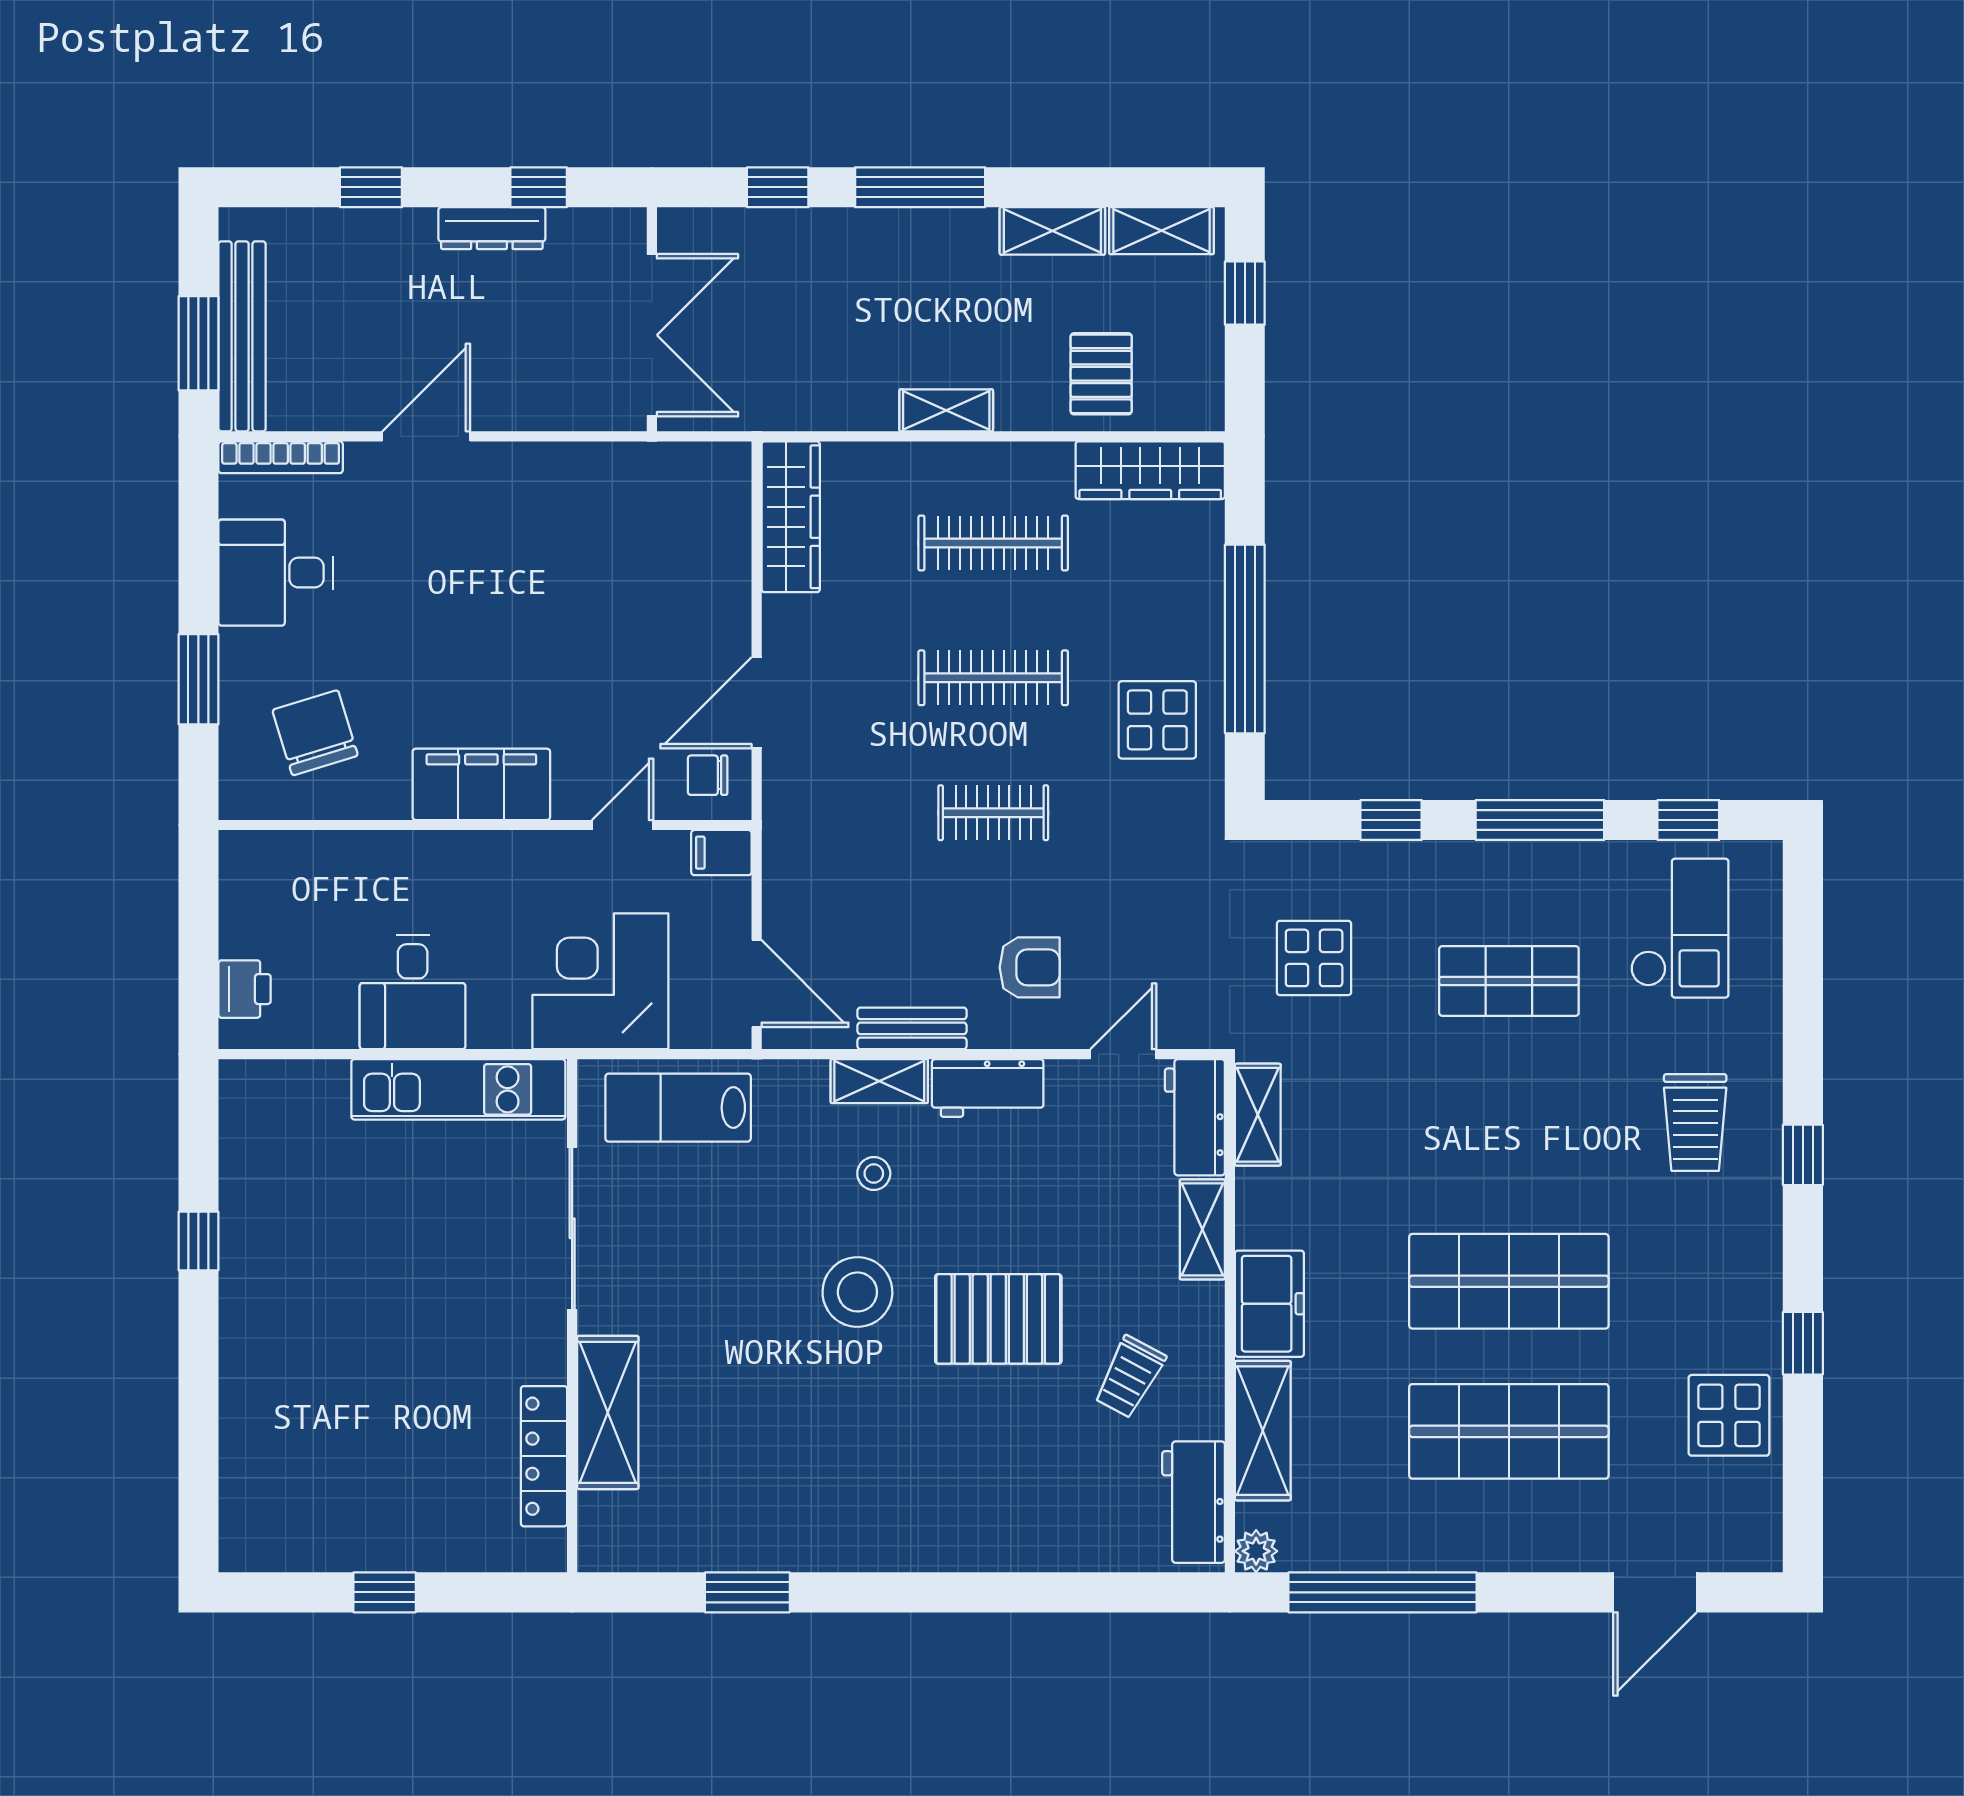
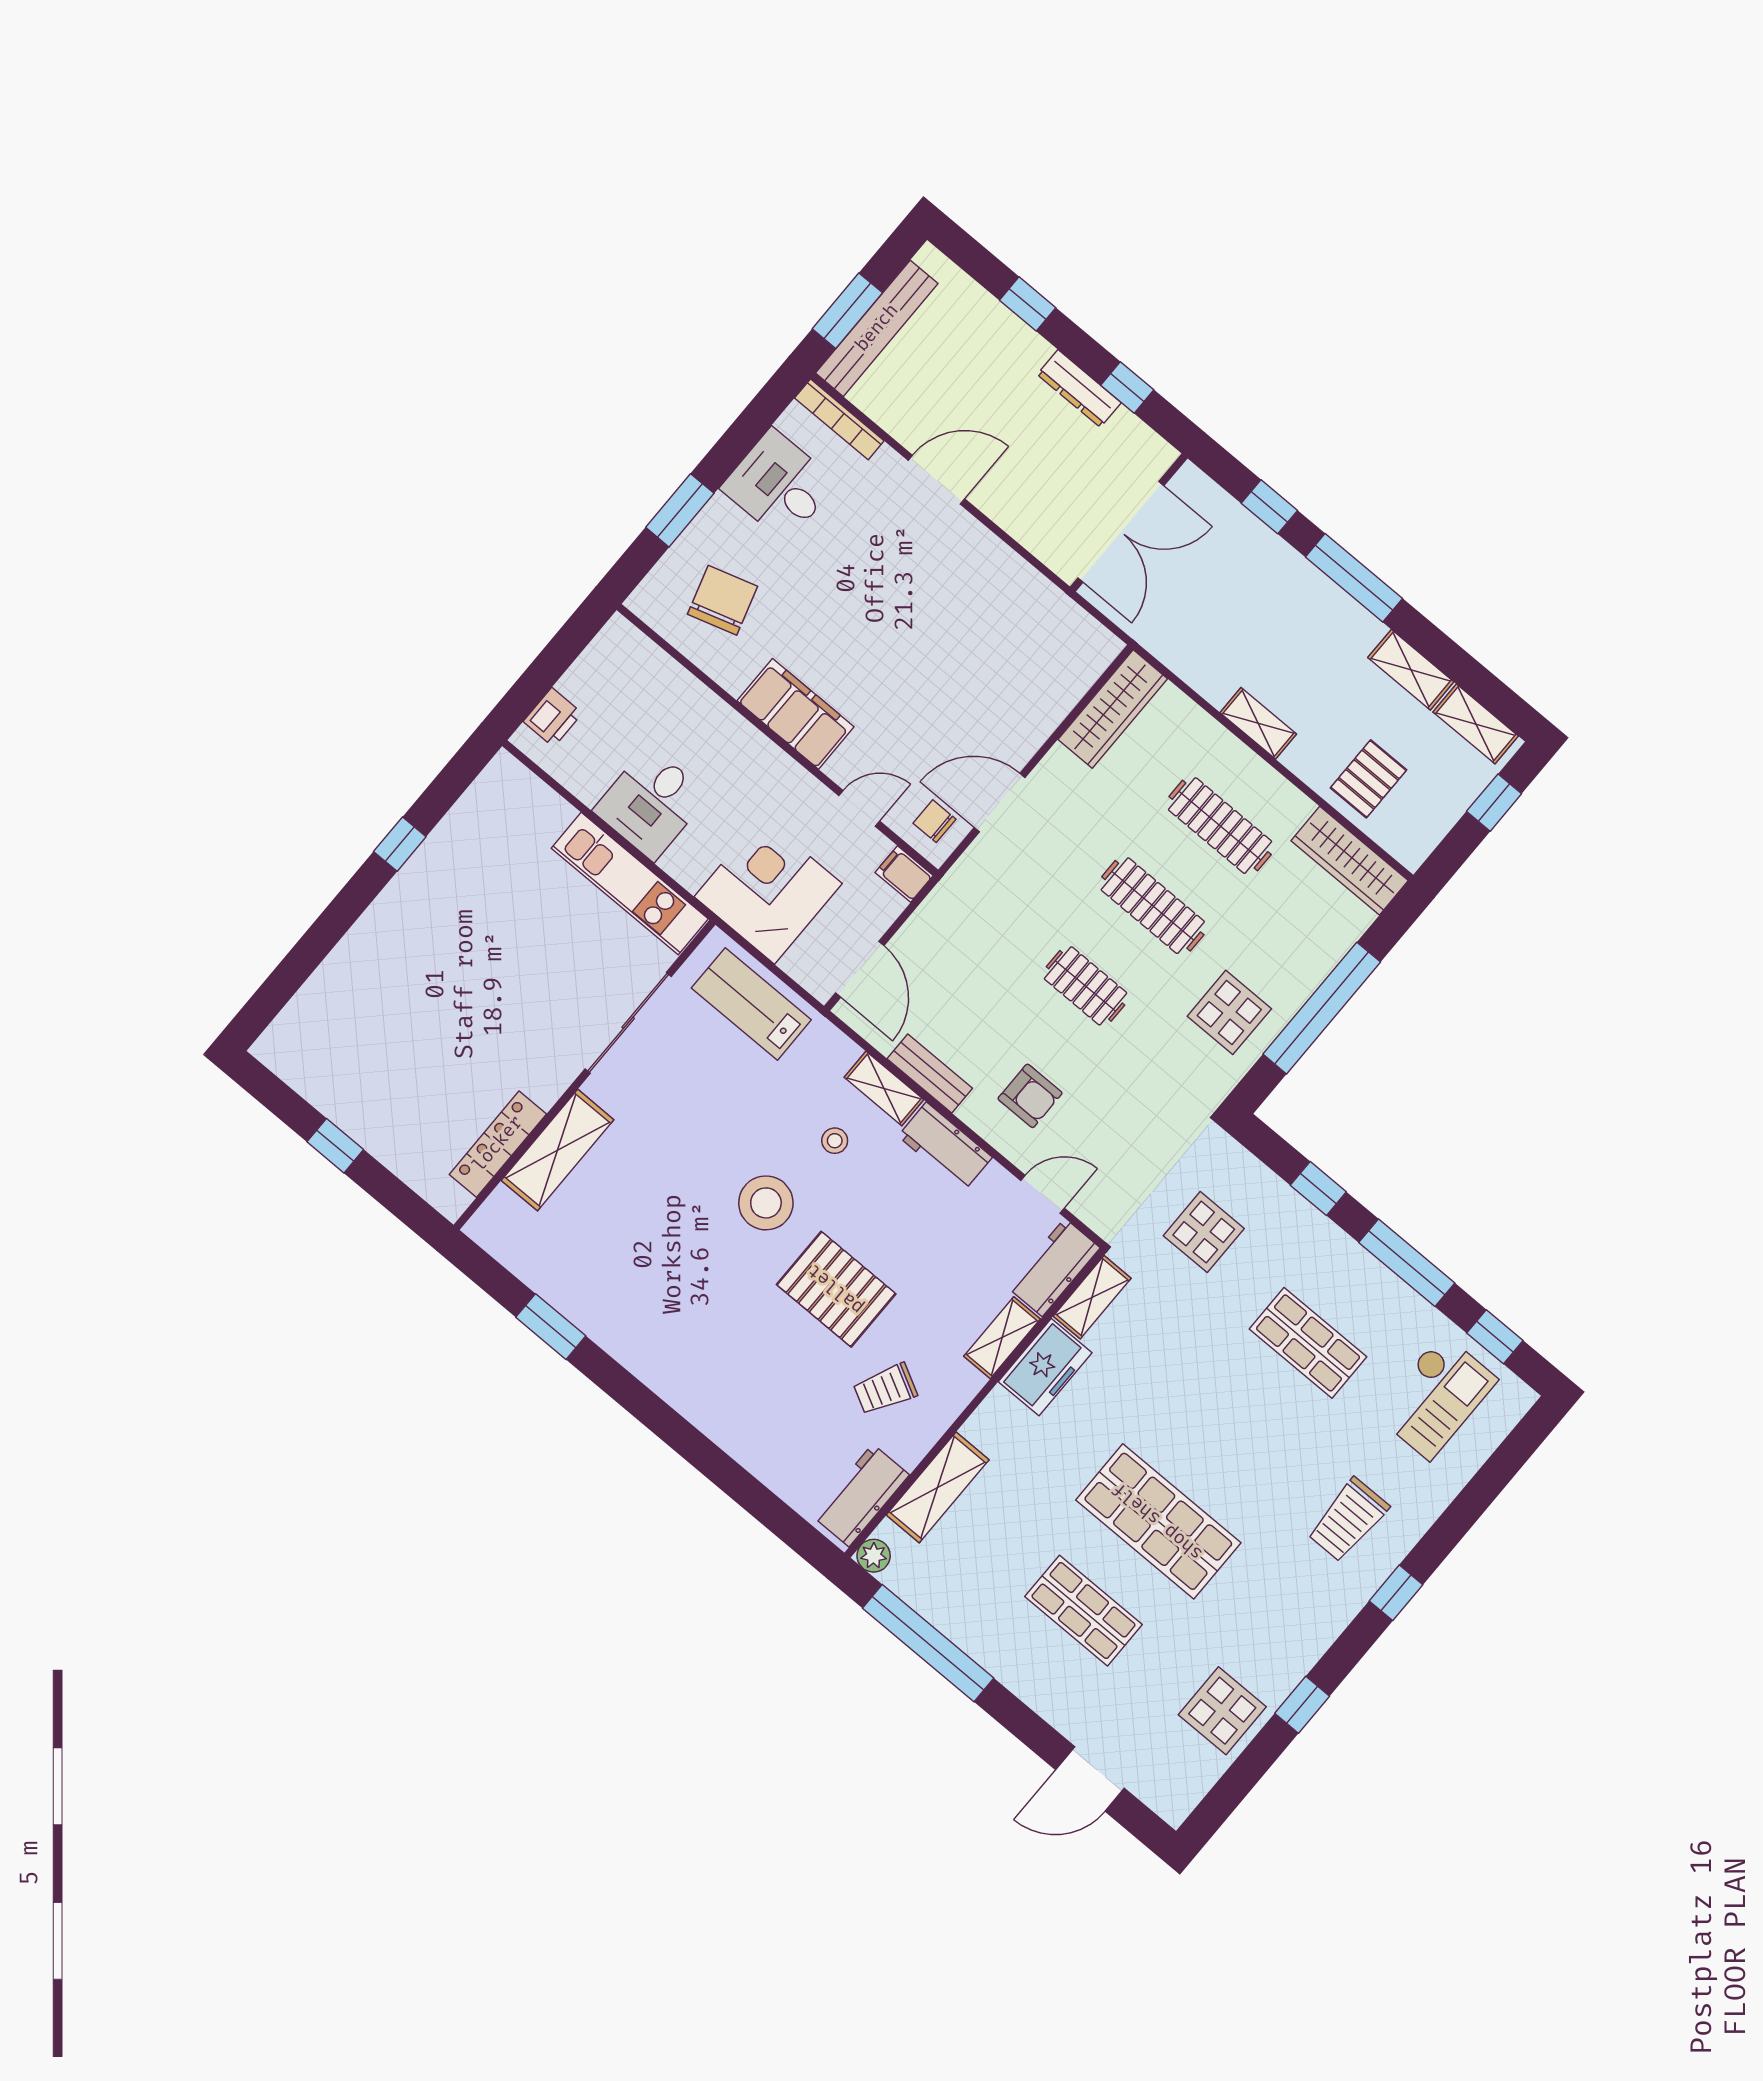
freezer: (1269, 1304) -> (1045, 1367), moved
shop shelf: (1509, 1431) -> (1083, 1611), width x0.70, depth x0.74

